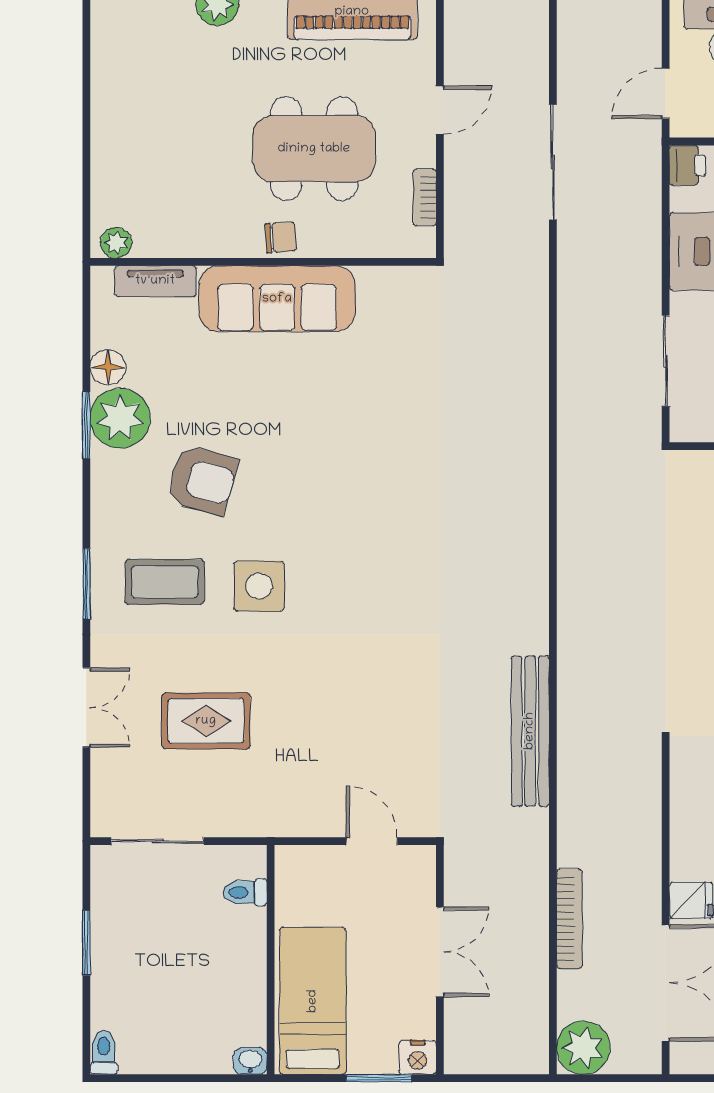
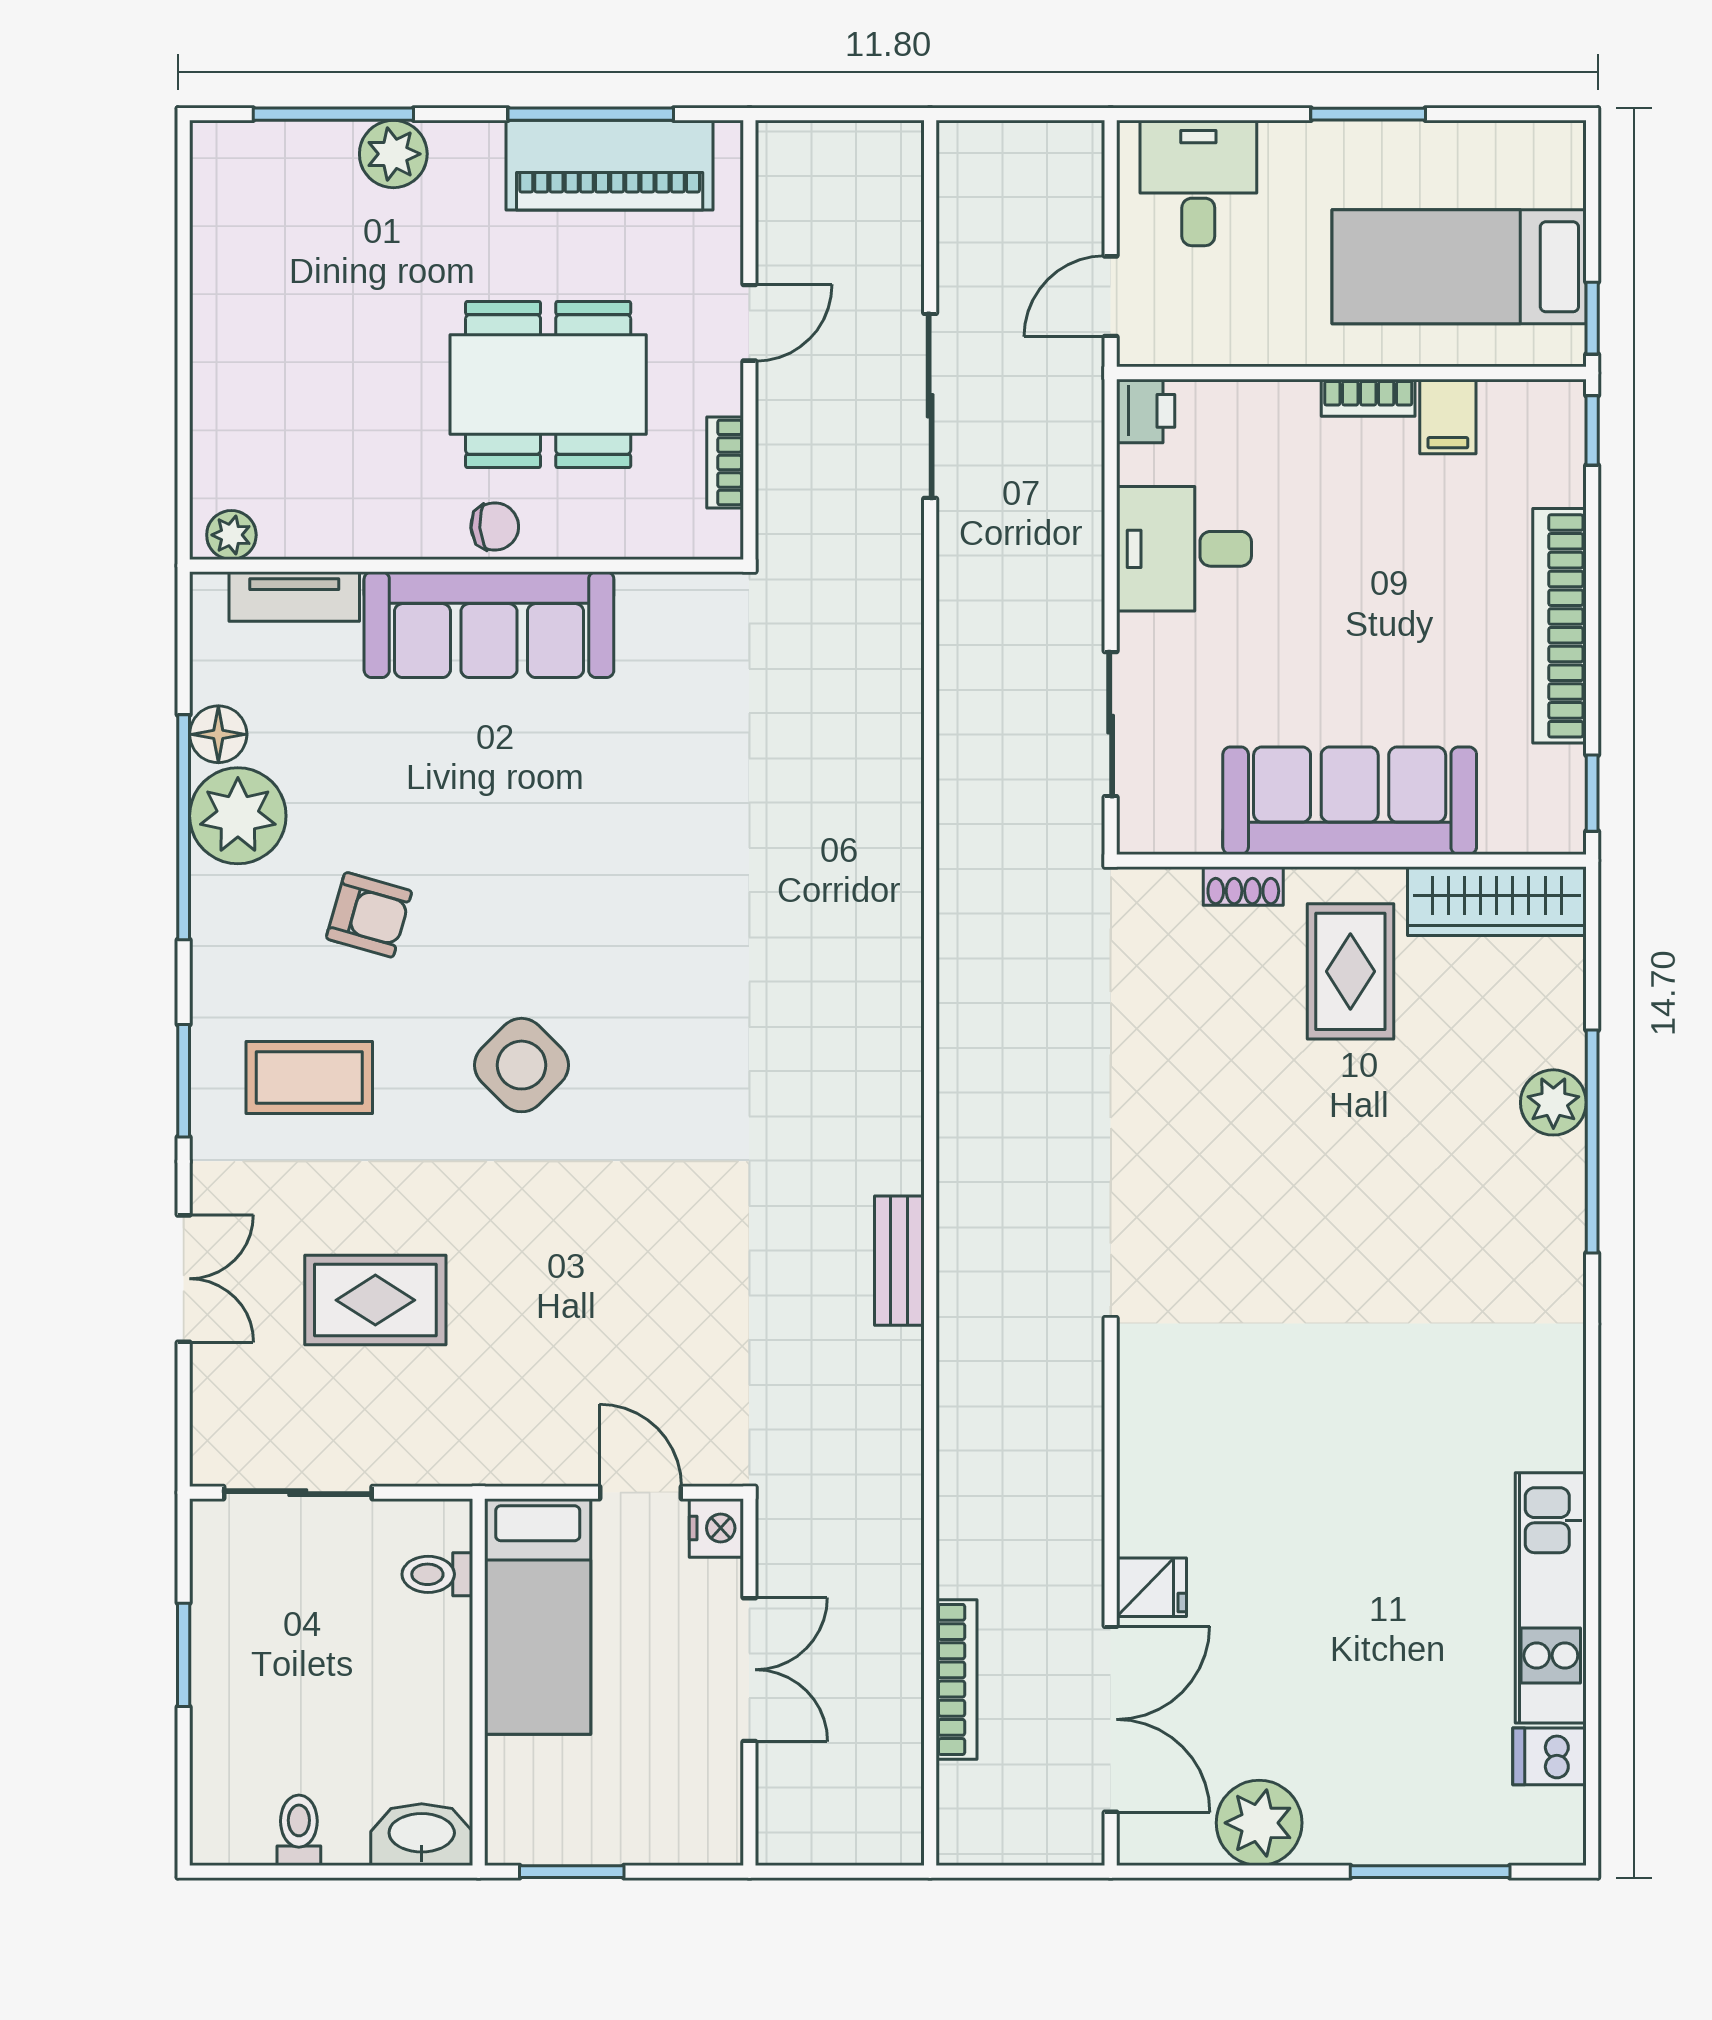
window: (86, 425) -> (184, 827), width x2.11
armchair: (202, 480) -> (369, 915), width x0.72, depth x0.72
side table: (259, 586) -> (522, 1065), moved, turned 45
bench: (530, 731) -> (899, 1261), width x0.54, depth x0.82
bookcase: (569, 919) -> (956, 1679), moved
bed: (313, 1001) -> (538, 1616), moved, turned 180
plant: (583, 1048) -> (979, 1823), removed
toilet: (104, 1052) -> (299, 1830), moved
nightstand: (418, 1057) -> (716, 1528), moved, turned -90
washbasin: (250, 1061) -> (422, 1835), width x1.91, depth x1.45
window: (379, 1078) -> (572, 1872), moved

